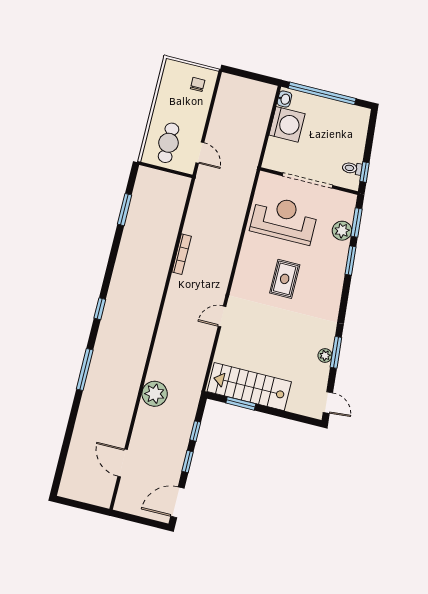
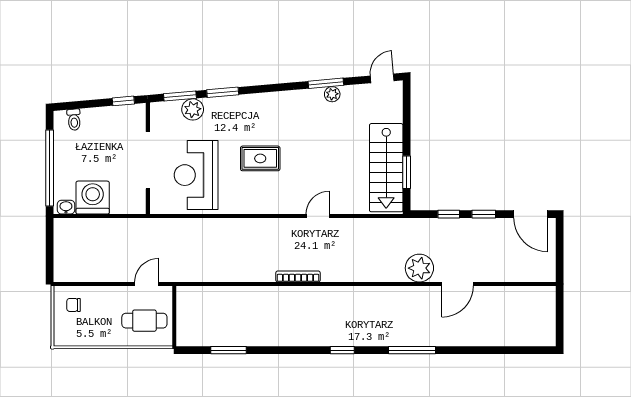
toilet: (352, 168) -> (74, 120), moved
bookcase: (182, 254) -> (298, 276), moved
door: (222, 316) -> (318, 216), swing flipped
door: (123, 463) -> (458, 284), moved

